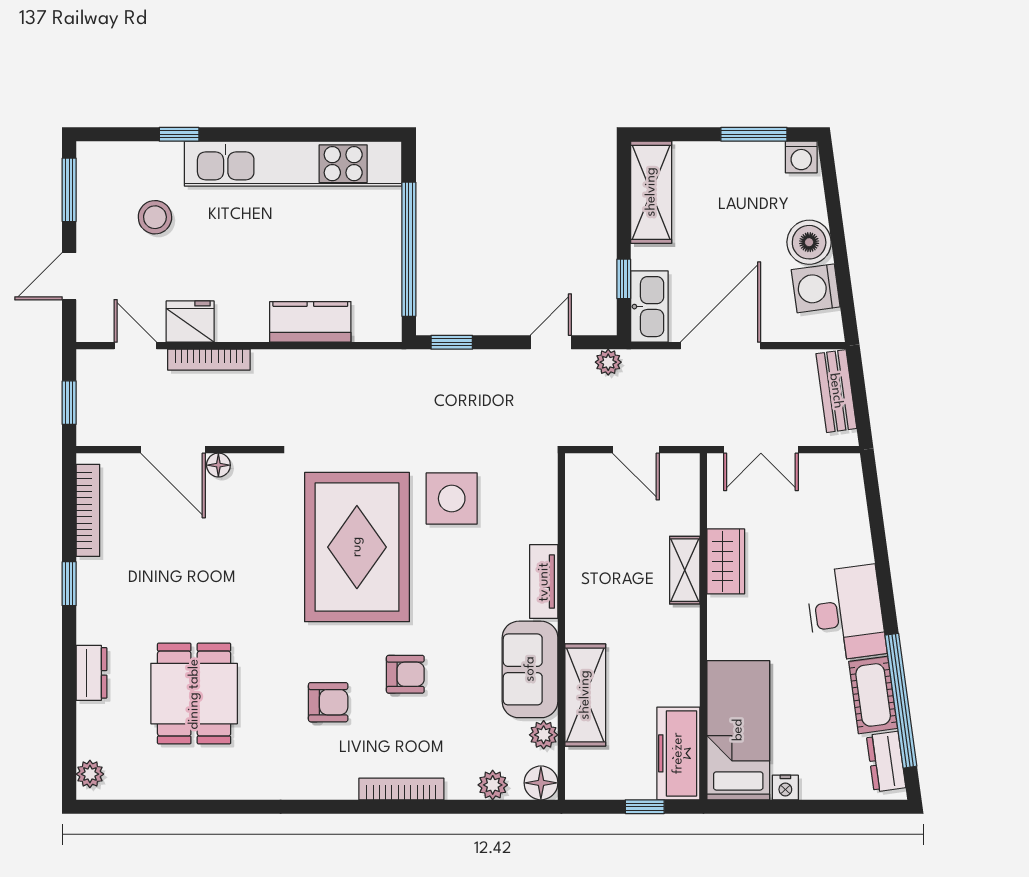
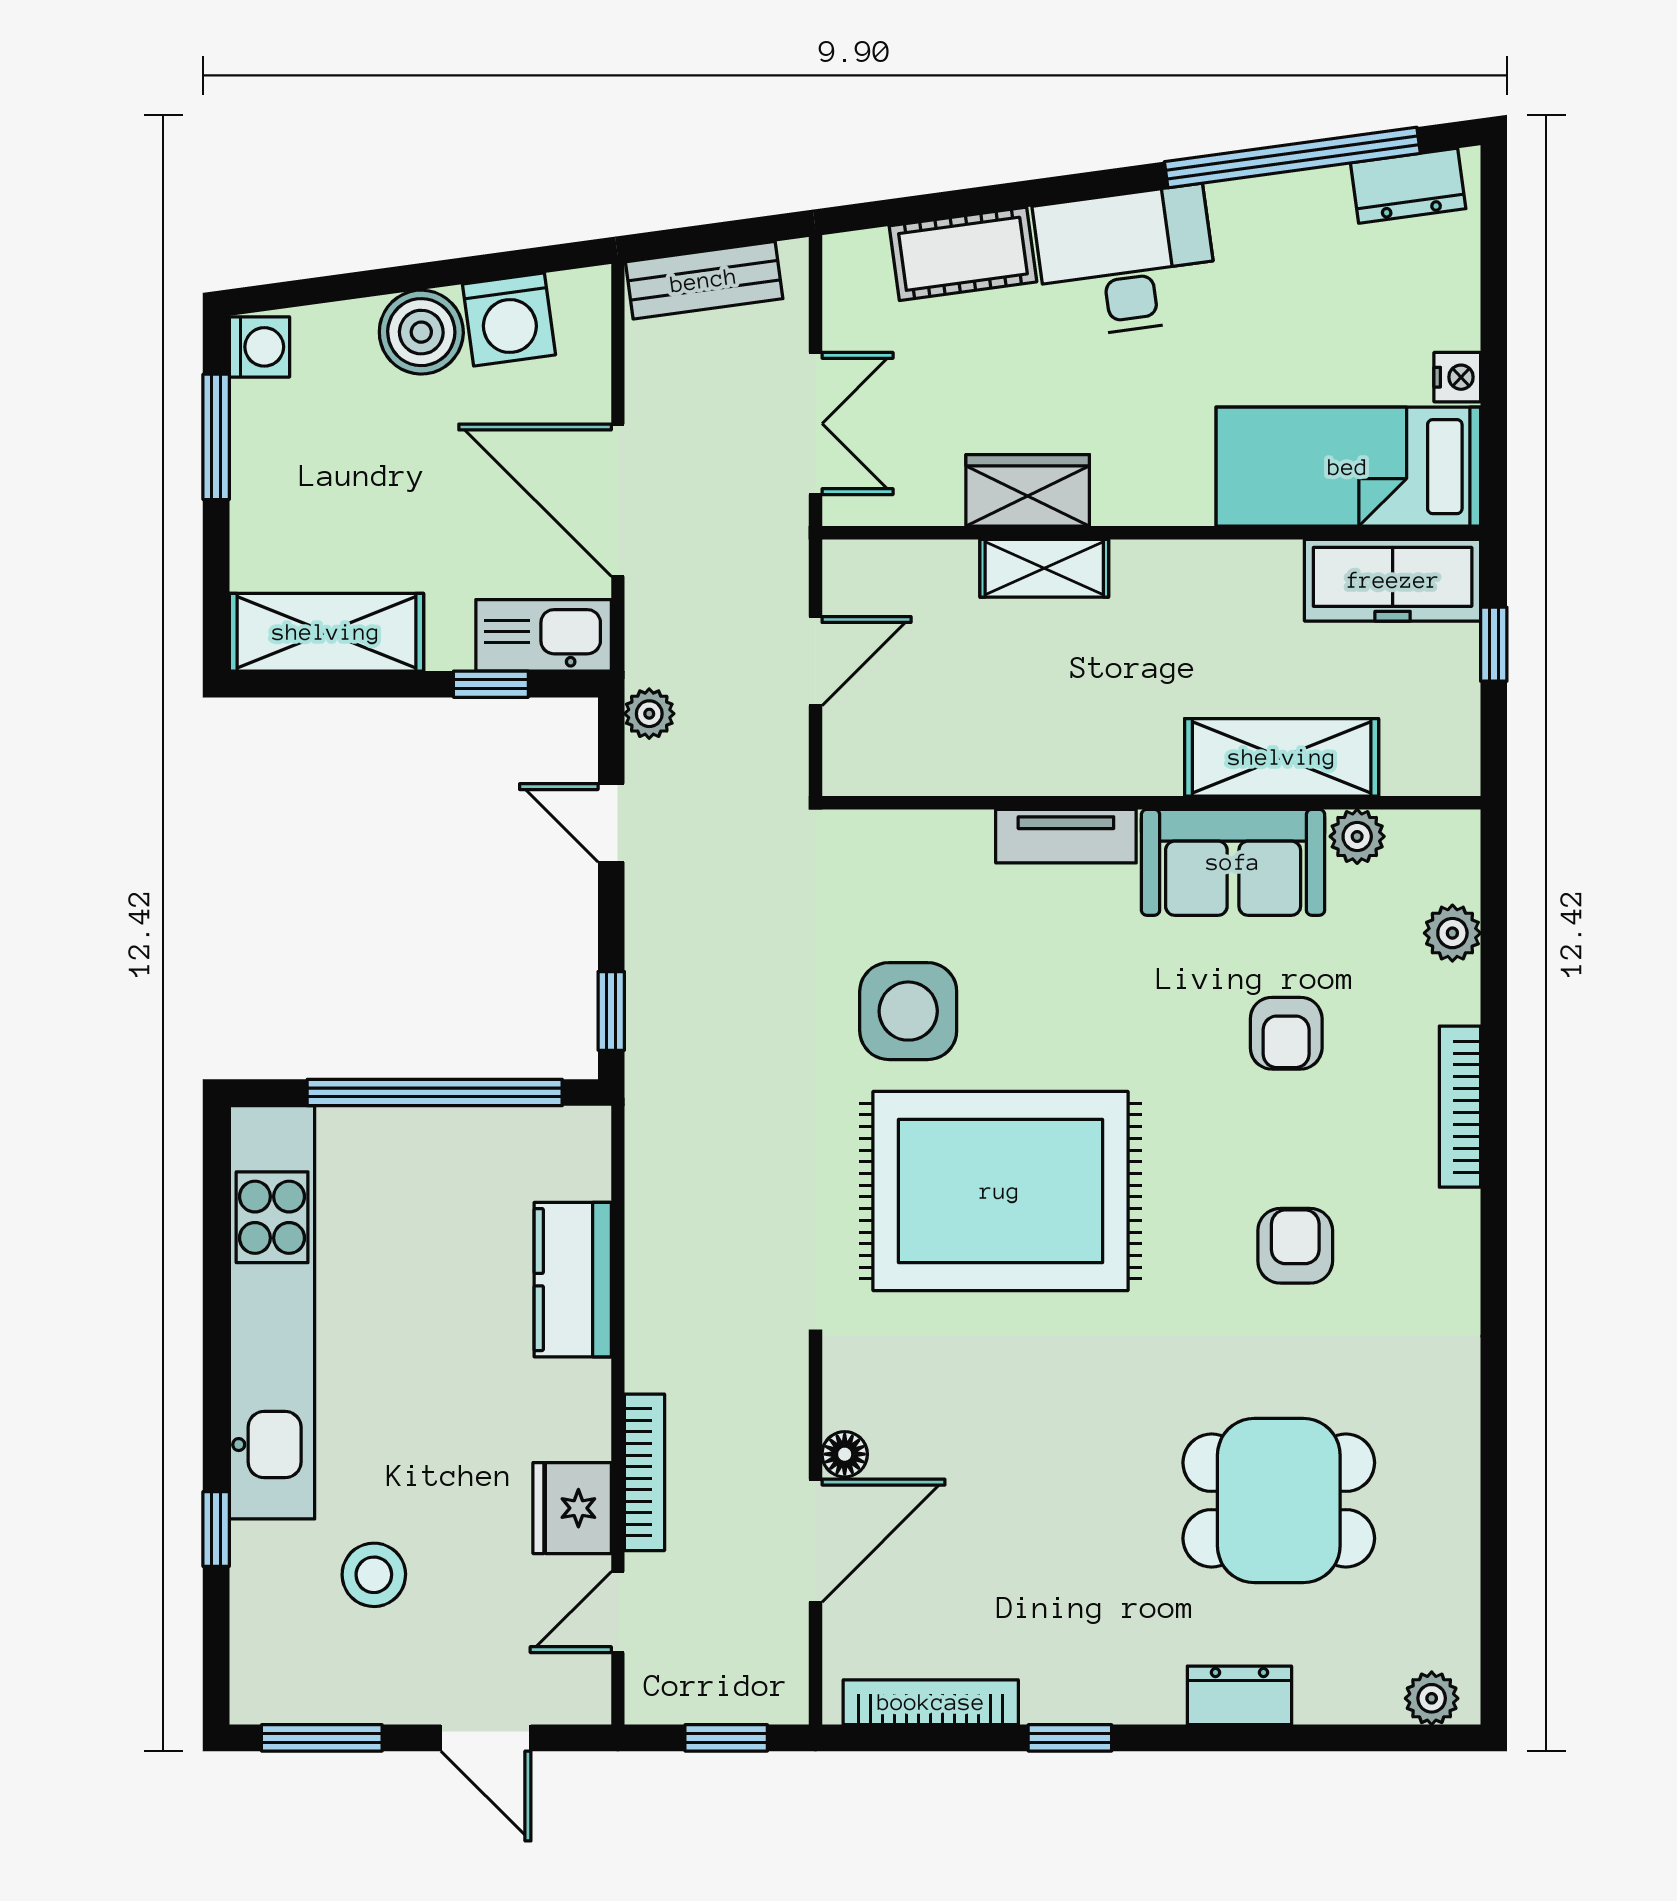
armchair: (405, 674) -> (1286, 1033), moved, turned 180
cot: (873, 695) -> (963, 254), moved
floor lamp: (541, 783) -> (1448, 841), removed

